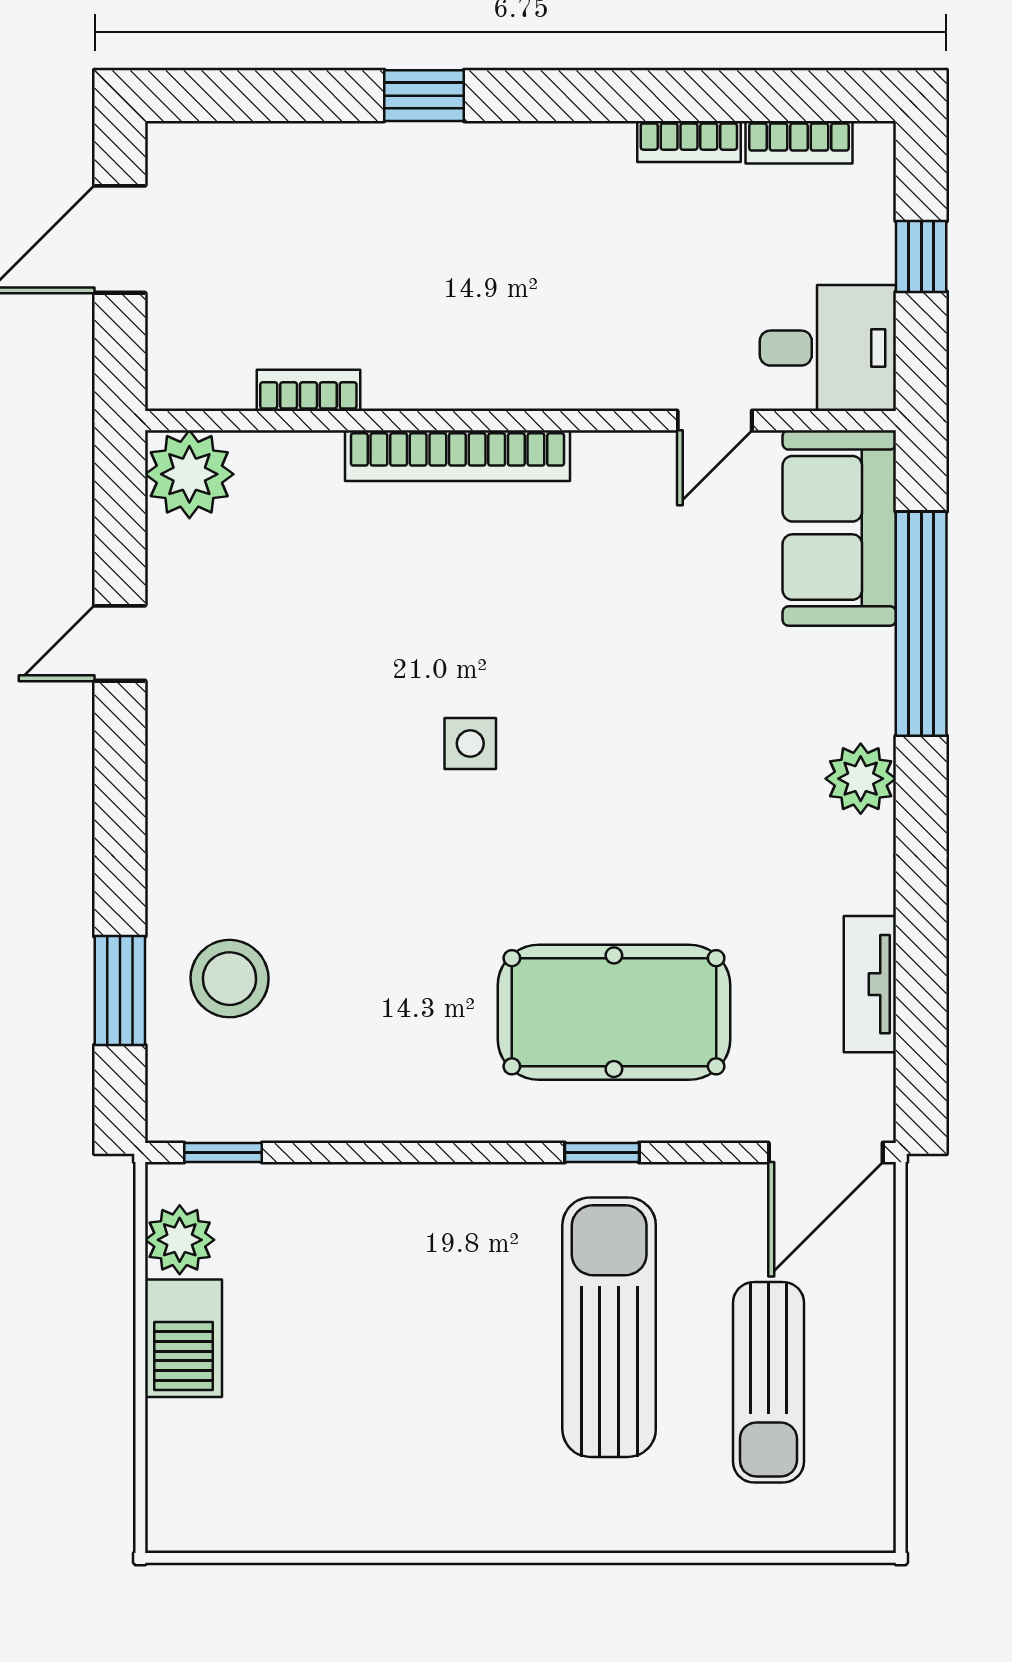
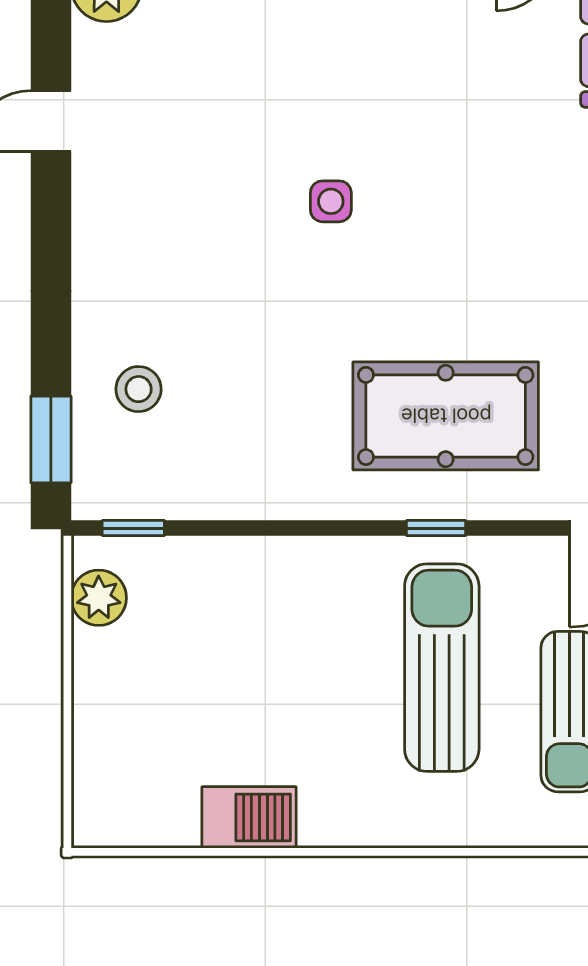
stool: (230, 979) -> (139, 389), width x0.73, depth x0.73
window: (120, 991) -> (51, 439), moved
barbecue: (184, 1338) -> (249, 817), moved, turned -90

